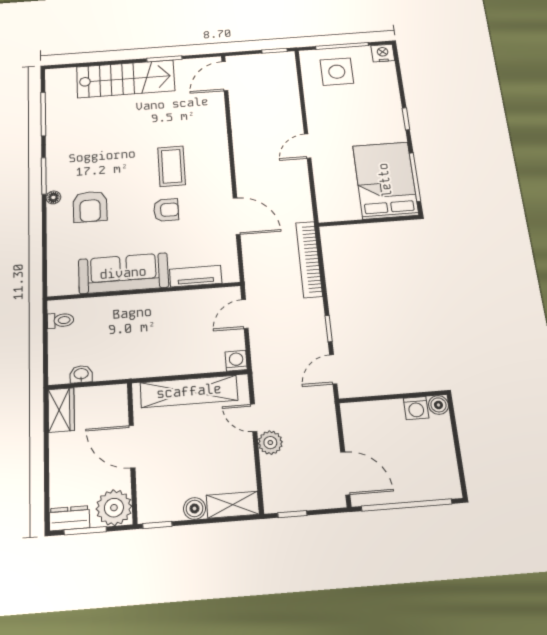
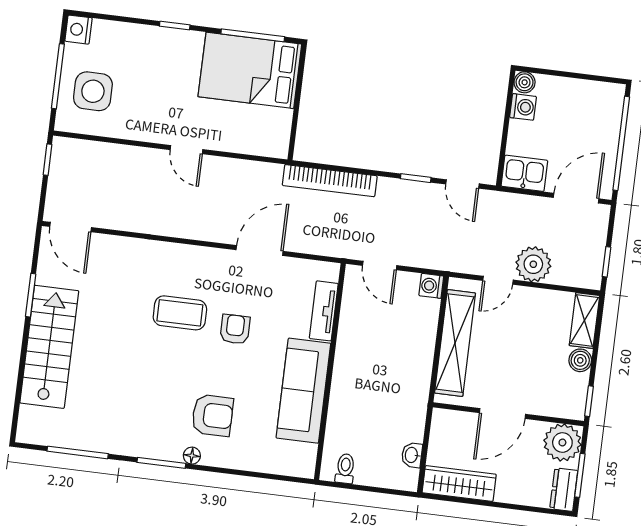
wardrobe: (61, 410) -> (459, 483), width x1.50
kitchen sink: (356, 422) -> (524, 173), added
plant: (270, 443) -> (533, 264), width x1.36, depth x1.36

